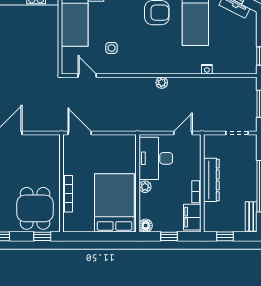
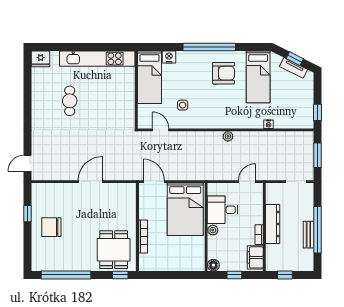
desk: (156, 158) -> (223, 210), width x0.73
bed: (114, 203) -> (185, 209), moved, turned 180
bench: (251, 217) -> (308, 235), moved

